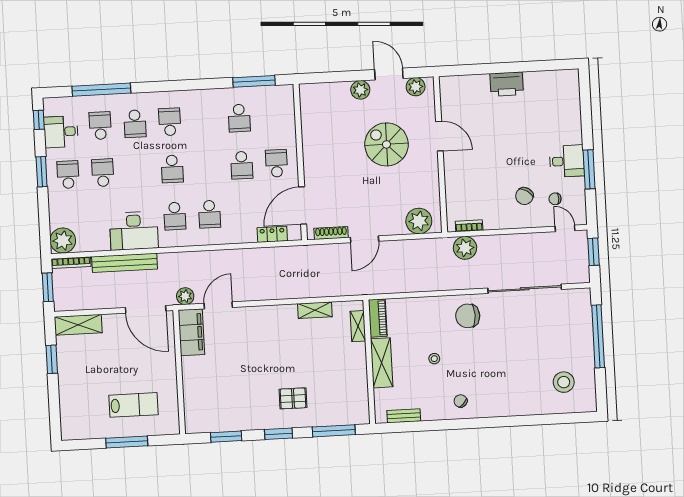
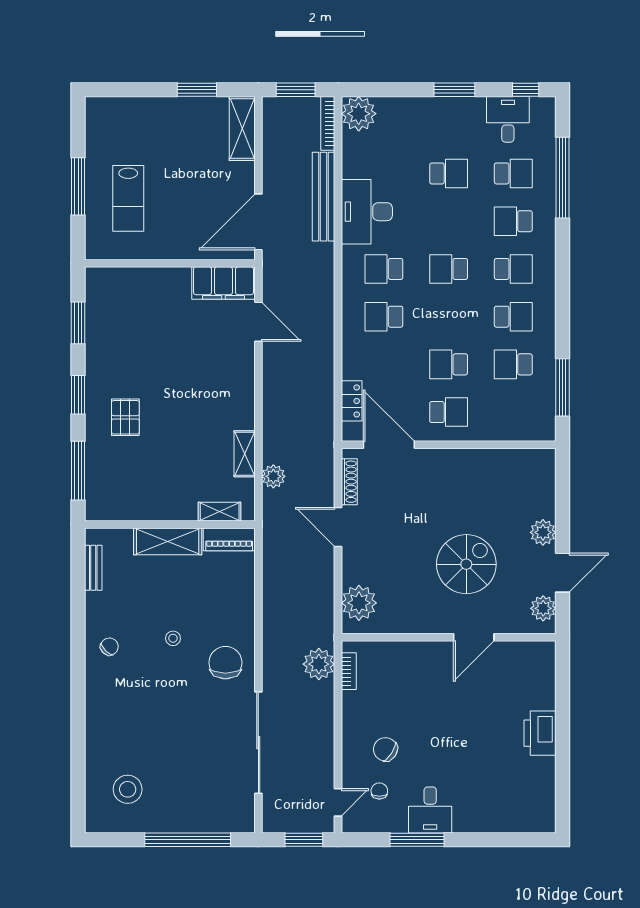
school desk: (68, 175) -> (513, 317), moved
plant: (185, 296) -> (273, 476), moved
stool: (434, 359) -> (173, 638), moved

